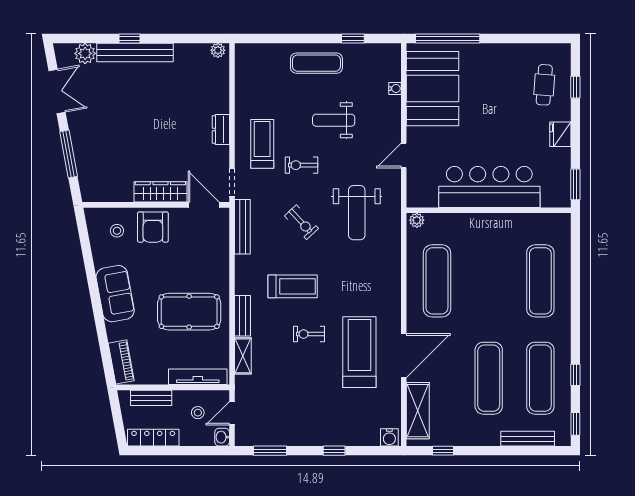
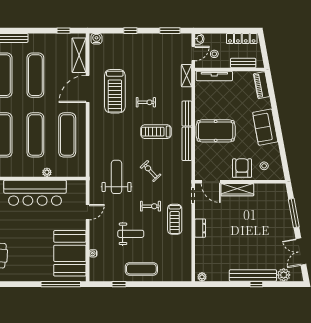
plant: (417, 220) -> (47, 172), moved
bench: (242, 227) -> (187, 144), moved
exercise mat: (489, 281) -> (35, 135), added
pool table: (189, 312) -> (216, 131), moved
shelving: (243, 356) -> (187, 76), moved

